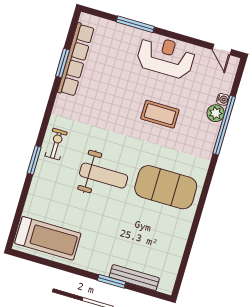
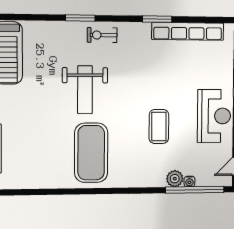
window: (63, 63) -> (157, 19), moved
window: (224, 125) -> (195, 190), moved
exercise bike: (56, 144) -> (102, 35), turned 180

